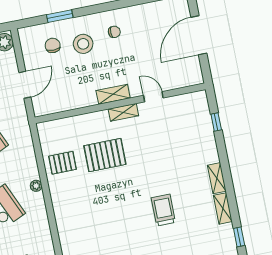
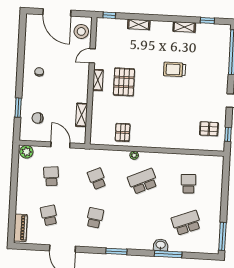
stool: (83, 44) -> (81, 31), moved
shelving: (113, 94) -> (82, 115), moved
window: (216, 122) -> (109, 15), moved
pallet: (105, 155) -> (124, 82), moved
shelving: (217, 178) -> (139, 24), moved

